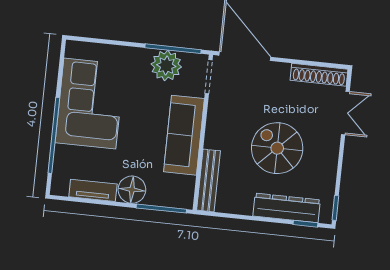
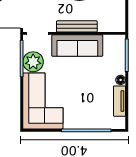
corner sofa: (90, 103) -> (43, 101), moved, turned 90
bench: (209, 180) -> (77, 26), moved
floor lamp: (132, 190) -> (121, 80), width x0.53, depth x0.53

